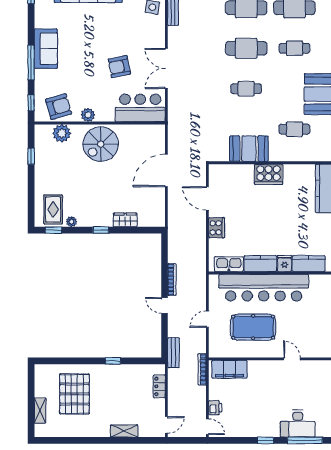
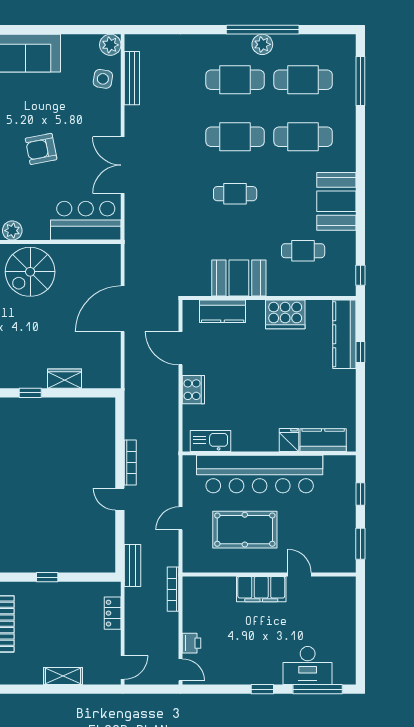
cafe table: (294, 48) -> (303, 137), width x1.37, depth x1.35
armchair: (119, 67) -> (41, 149), moved
cooker: (269, 174) -> (285, 314), moved
kitchen counter: (260, 264) -> (223, 311), moved, turned 180
filing cabinet: (229, 369) -> (261, 589), moved

